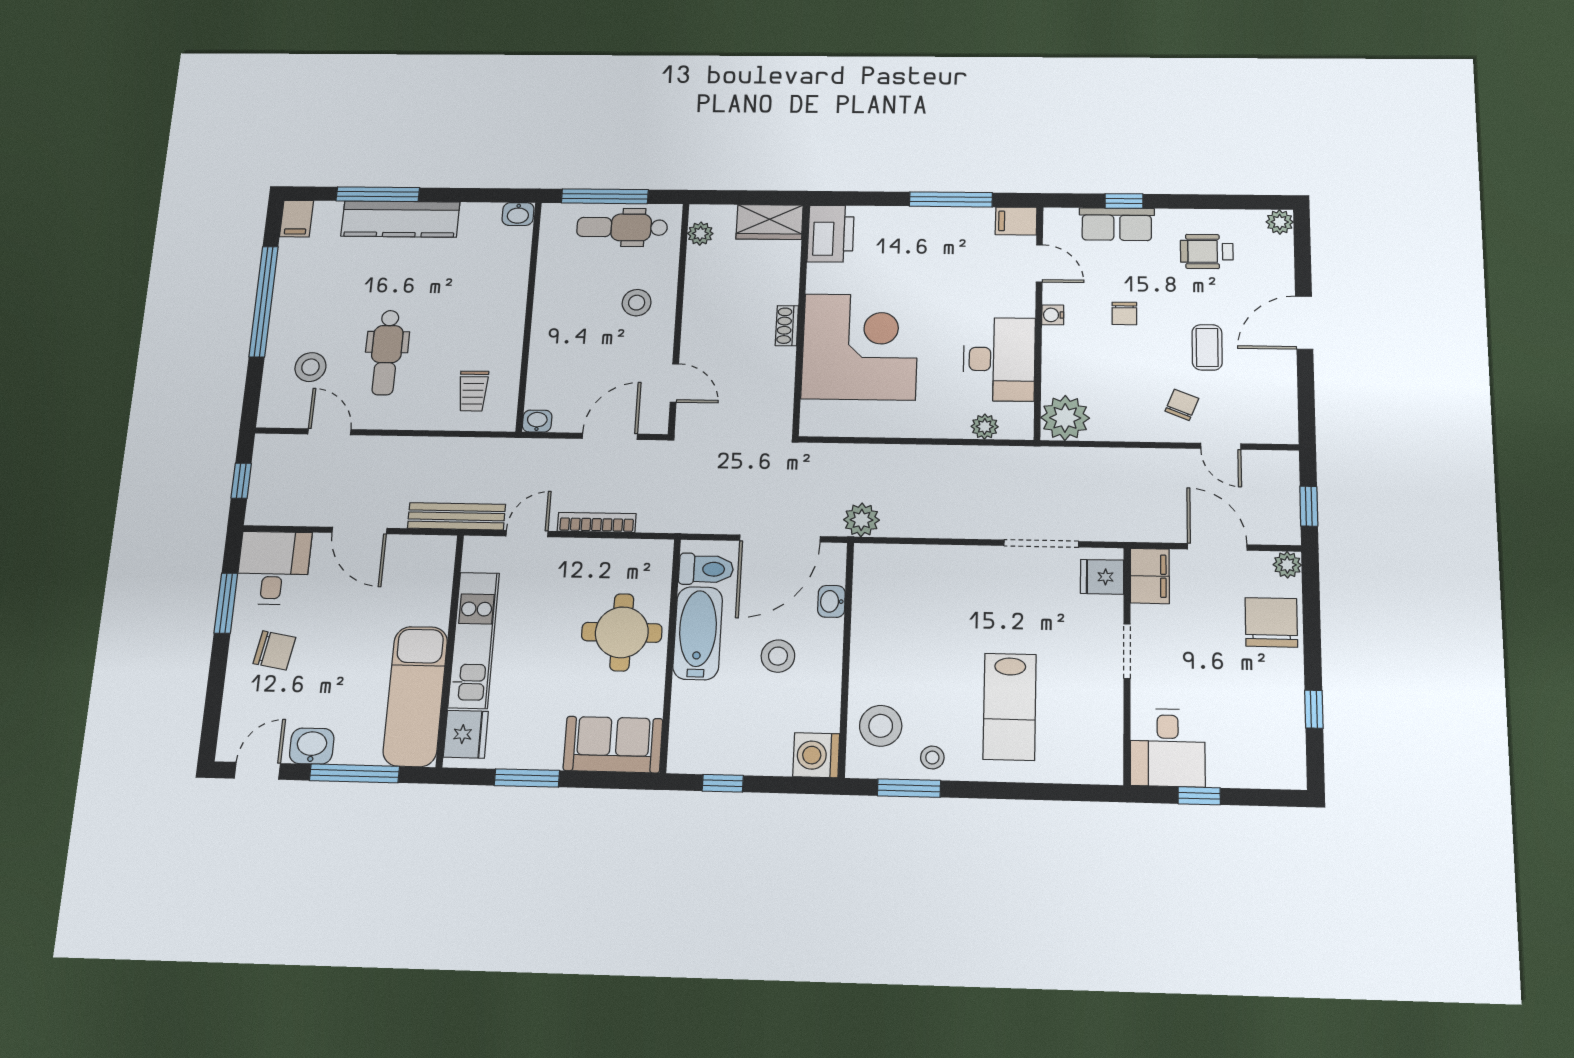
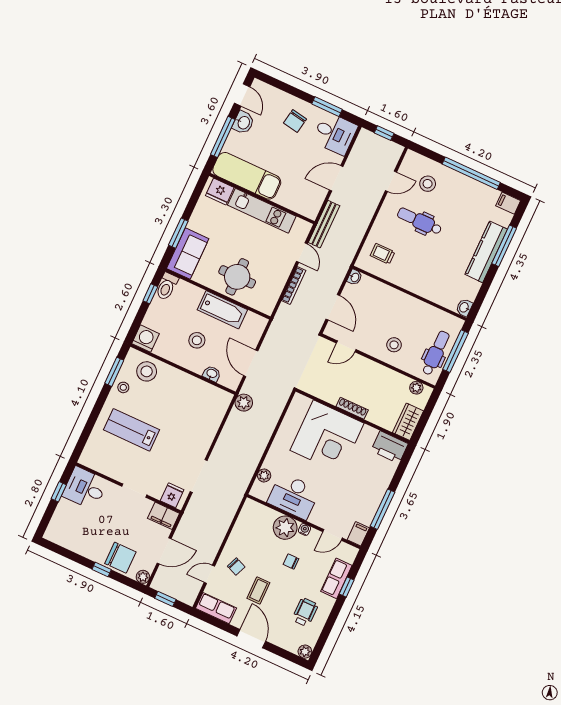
shoe rack: (787, 326) -> (352, 408), width x1.43
coffee table: (1207, 347) -> (258, 590), turned 90
row of seats: (1279, 408) -> (216, 608), added
plant: (1065, 418) -> (285, 528), moved
door: (780, 538) -> (251, 363), width x0.73
toilet: (706, 569) -> (167, 286), moved
window: (1314, 709) -> (102, 569), moved
window: (527, 778) -> (178, 233), moved

